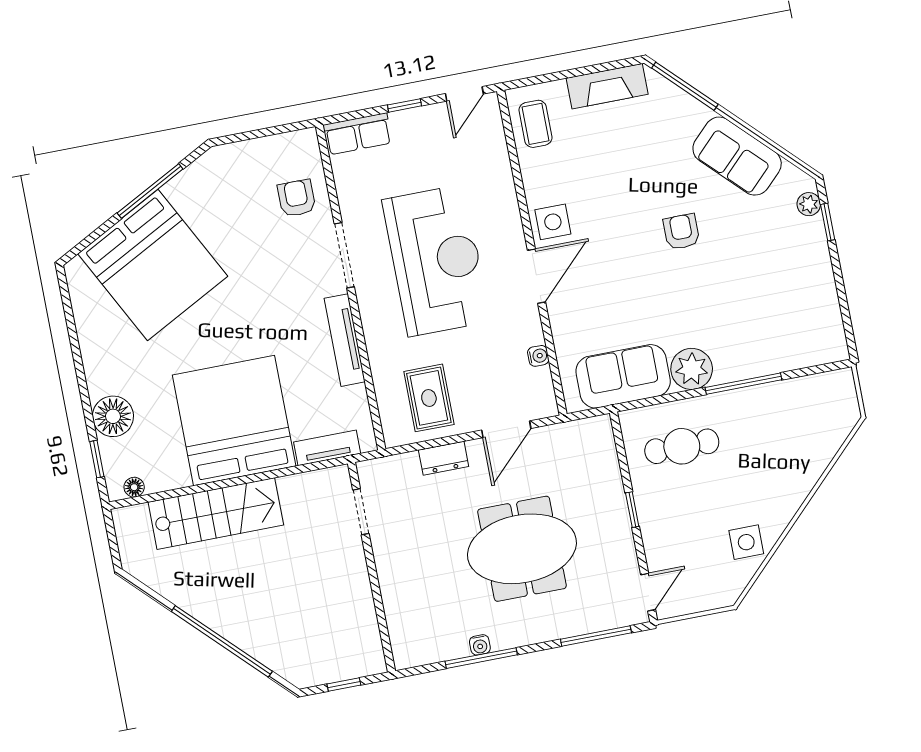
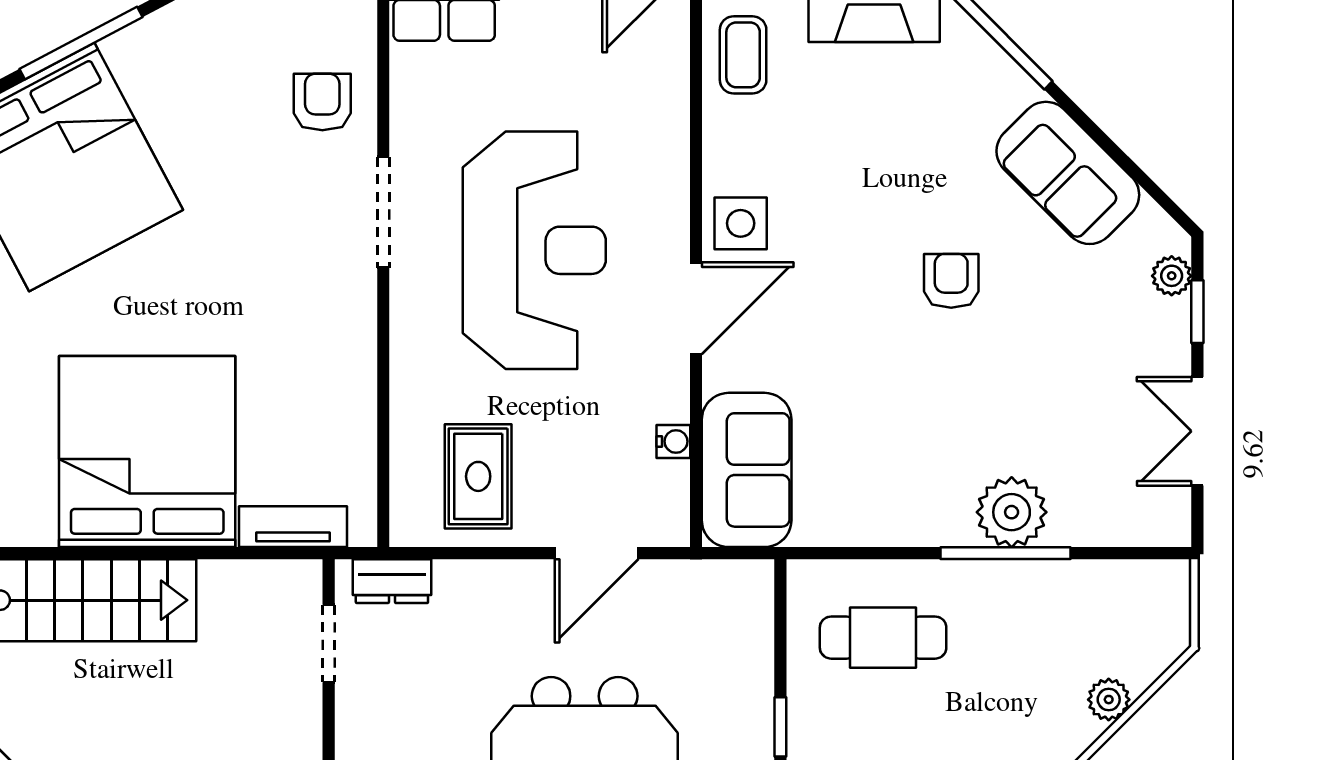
double door: (841, 291) -> (1197, 431), added
tv unit: (345, 340) -> (357, 353), removed
plant: (692, 369) -> (1012, 512), moved
sofa: (623, 376) -> (747, 470), moved, turned 90
plant: (820, 457) -> (1109, 700), added
dresser: (444, 458) -> (392, 581), moved

